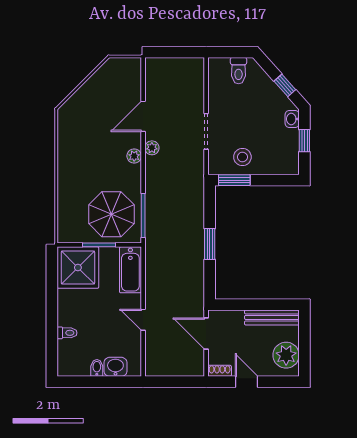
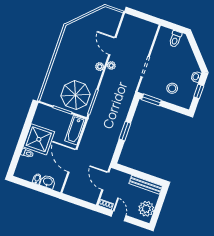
window: (285, 85) -> (198, 56), removed
door: (143, 116) -> (112, 46), hinge flipped
stool: (242, 157) -> (172, 88), moved
shower: (78, 268) -> (39, 139), moved
door: (143, 320) -> (73, 161), width x1.88

